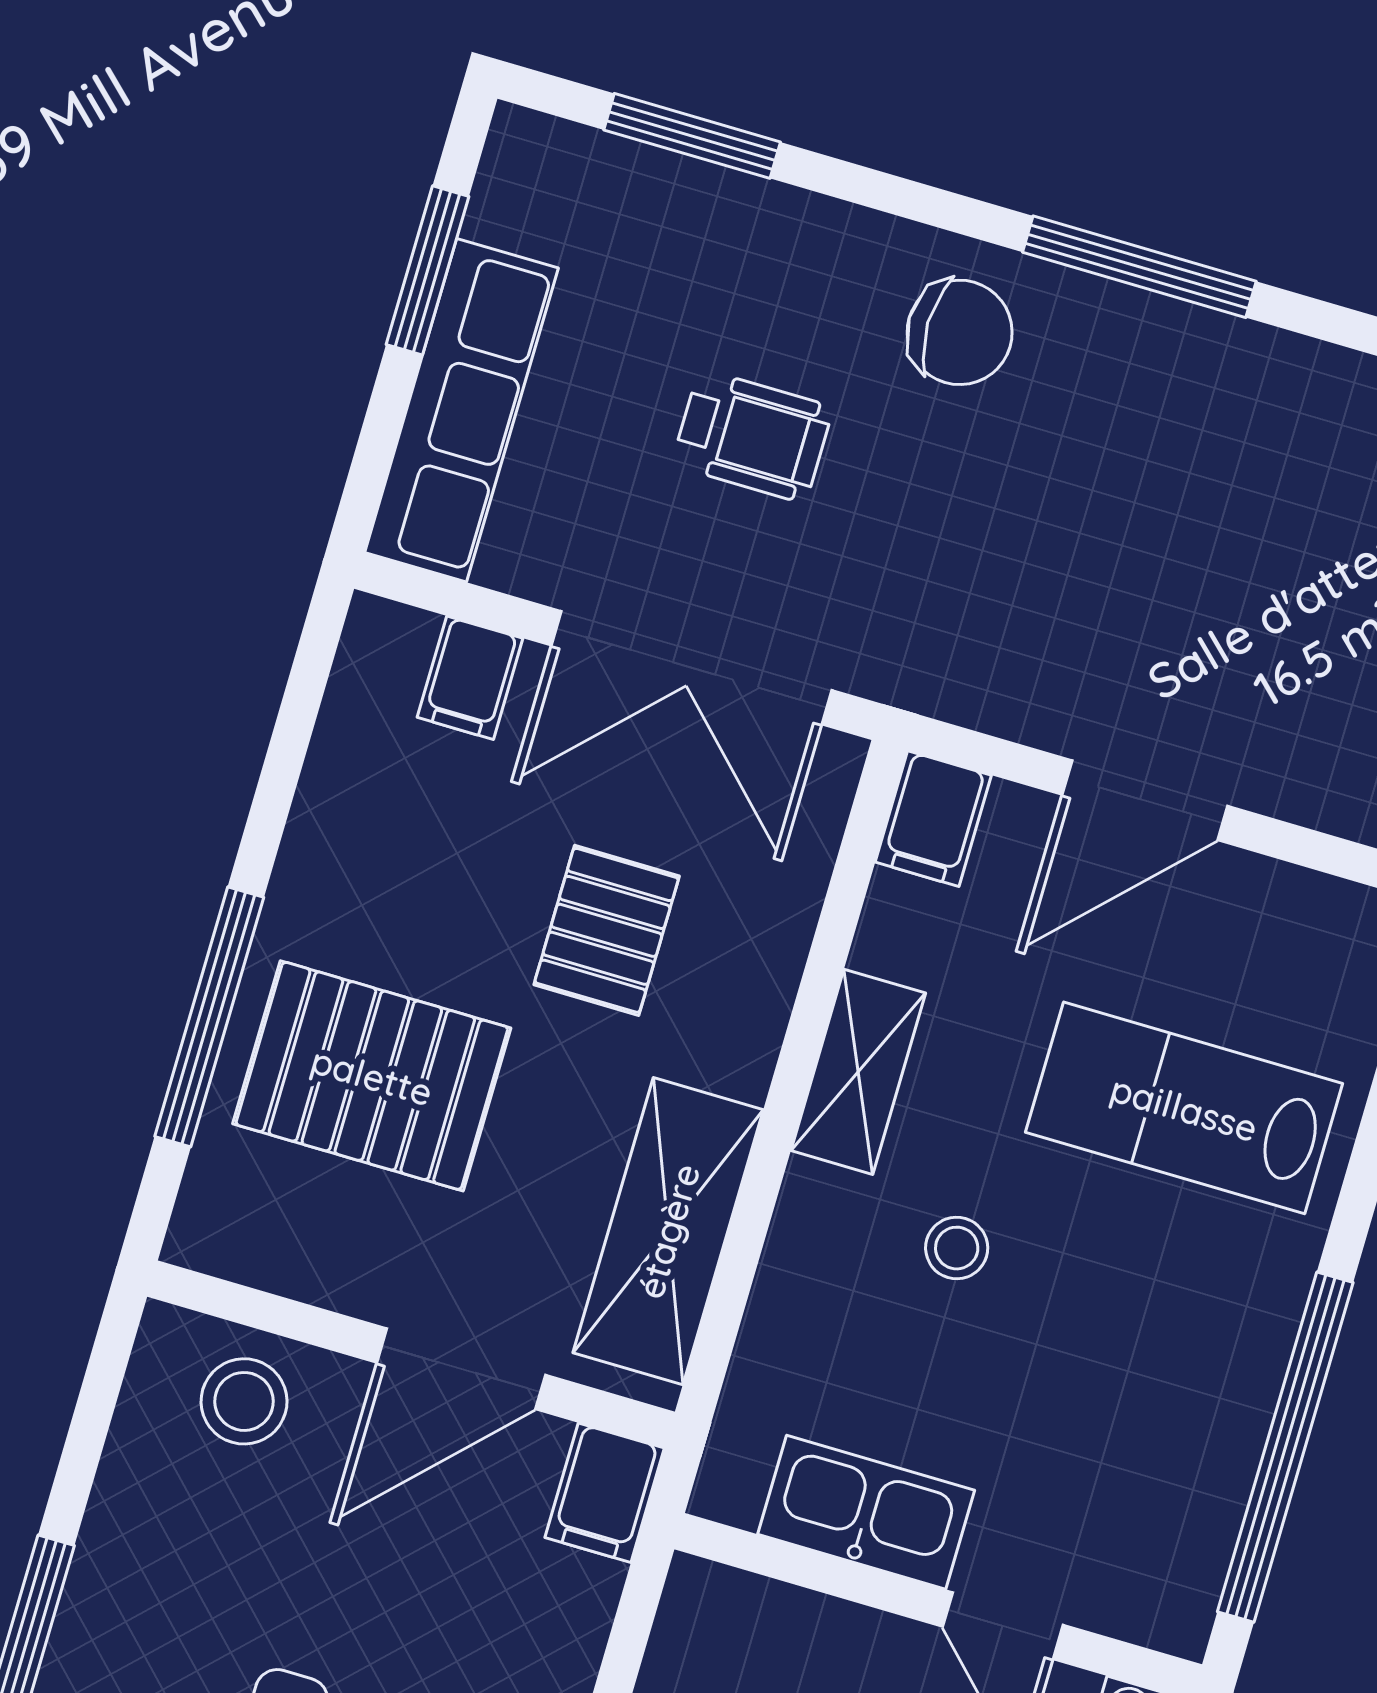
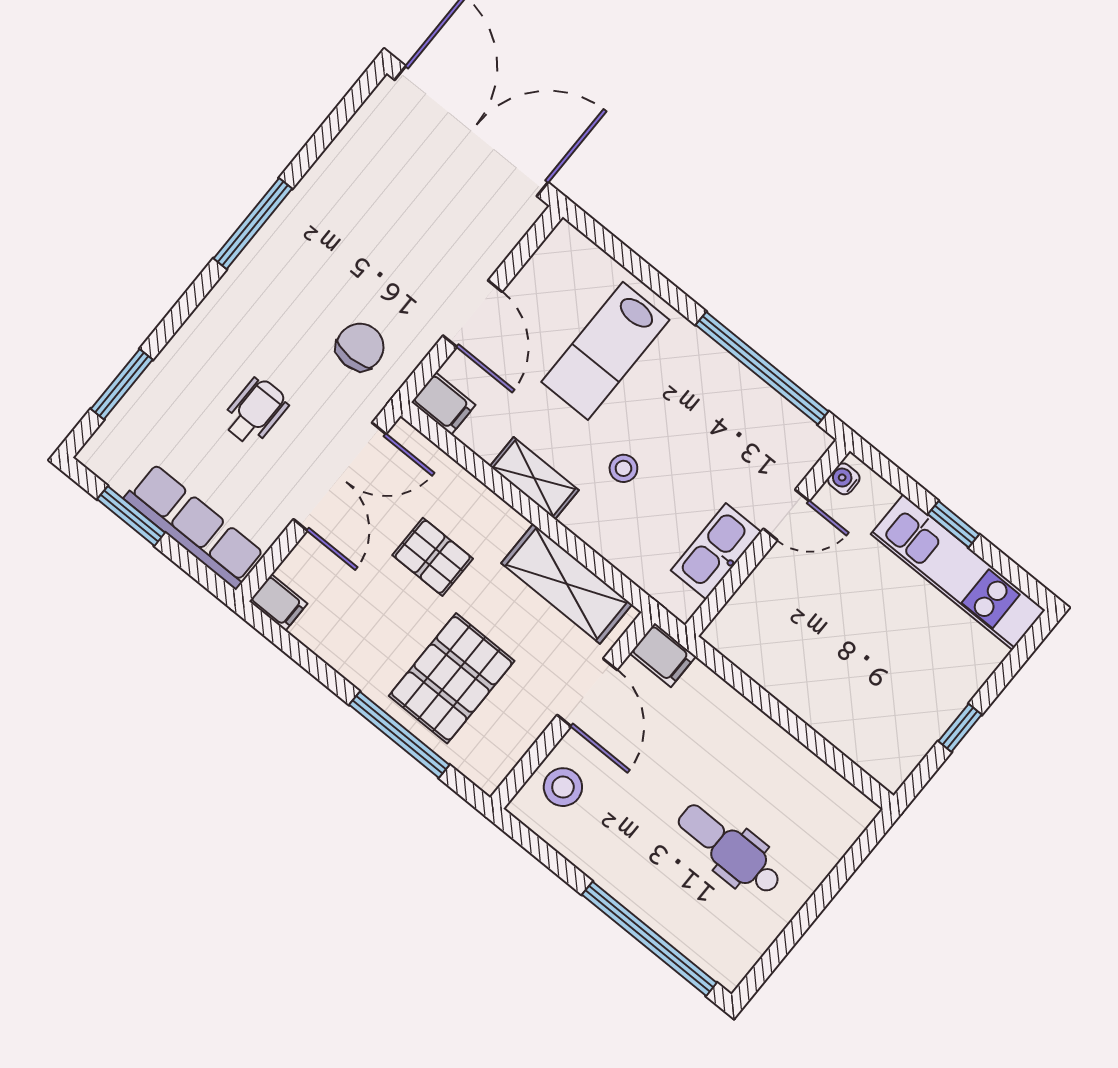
chair: (960, 332) -> (360, 347), moved
filing cabinet: (470, 678) -> (278, 602), moved

